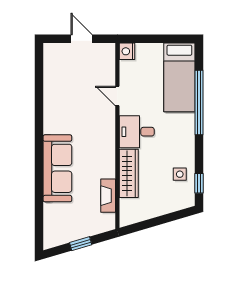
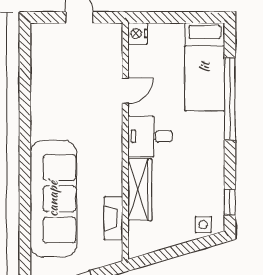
door: (117, 96) -> (125, 91), swing flipped
sofa: (57, 168) -> (53, 199), width x1.36, depth x1.27
side table: (180, 174) -> (203, 225), moved

